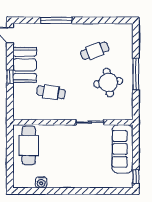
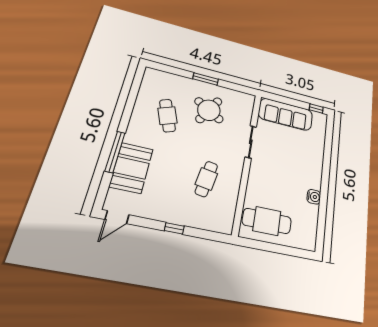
booth: (25, 65) -> (131, 168), moved, turned 90
window: (136, 74) -> (206, 79), width x0.69
round table: (108, 83) -> (209, 110), turned 38
water cooler: (41, 182) -> (314, 197), moved

